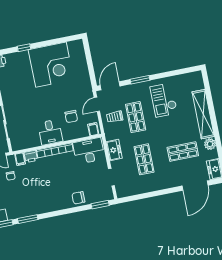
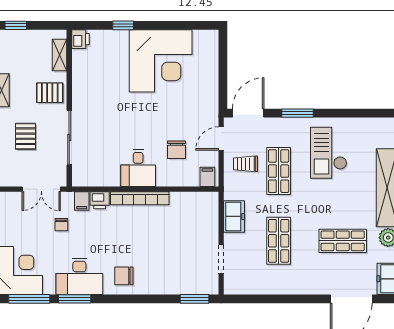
desk: (89, 151) -> (79, 276), moved, turned 180
chair: (78, 198) -> (124, 276), moved

